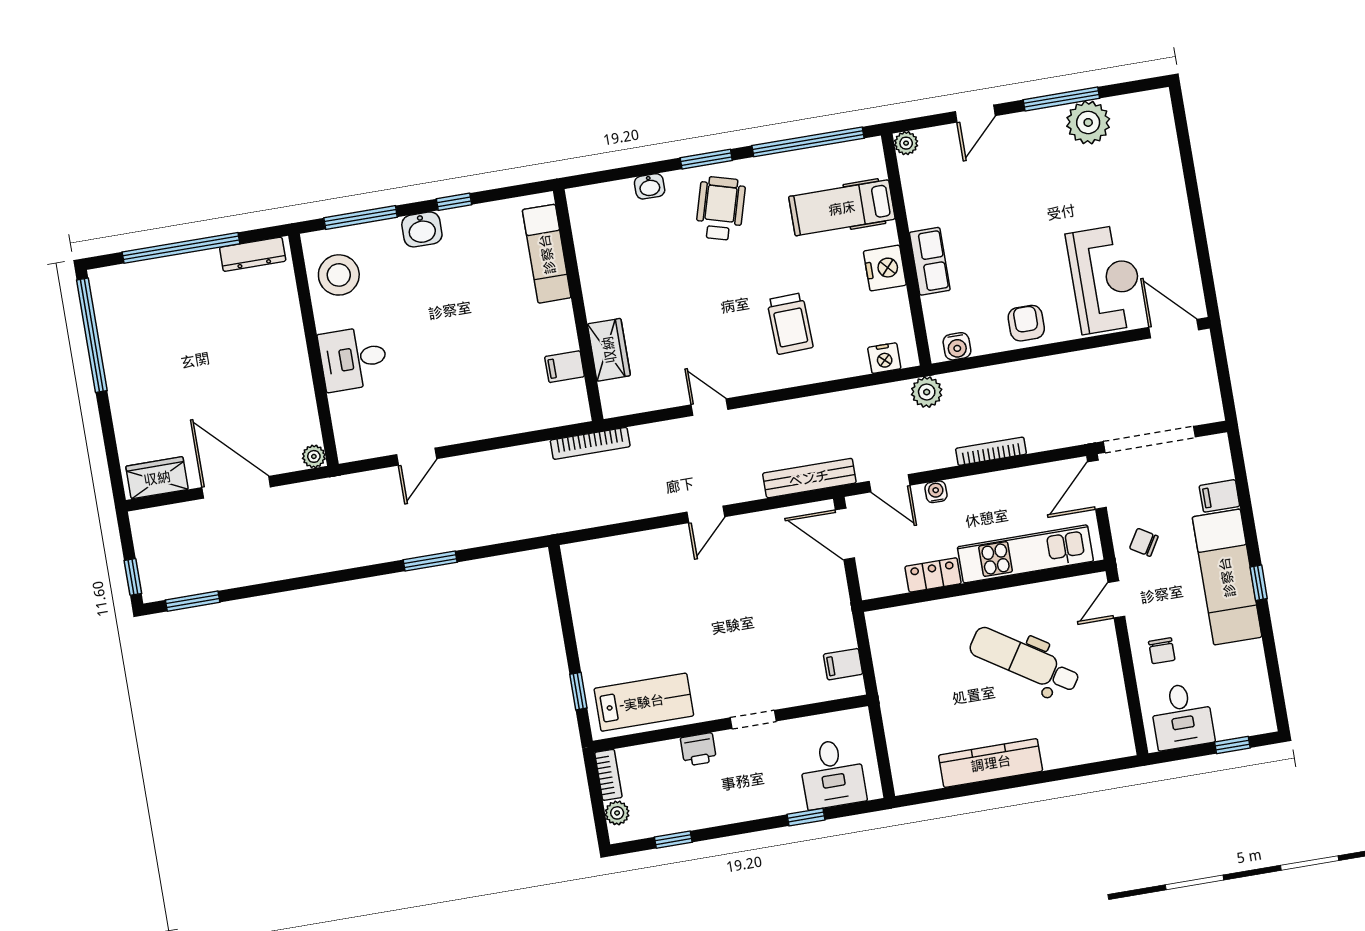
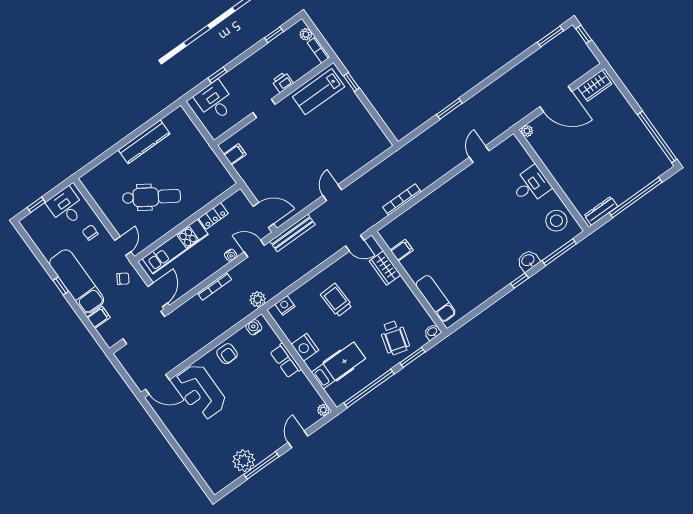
exam couch: (547, 254) -> (436, 298), moved
wall: (578, 305) -> (409, 282), moved
wardrobe: (609, 350) -> (385, 268), moved
filing cabinet: (565, 367) -> (402, 250), moved

